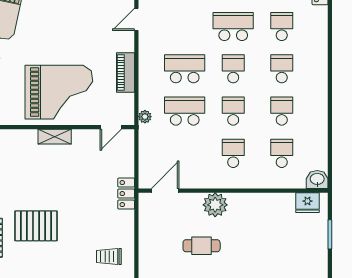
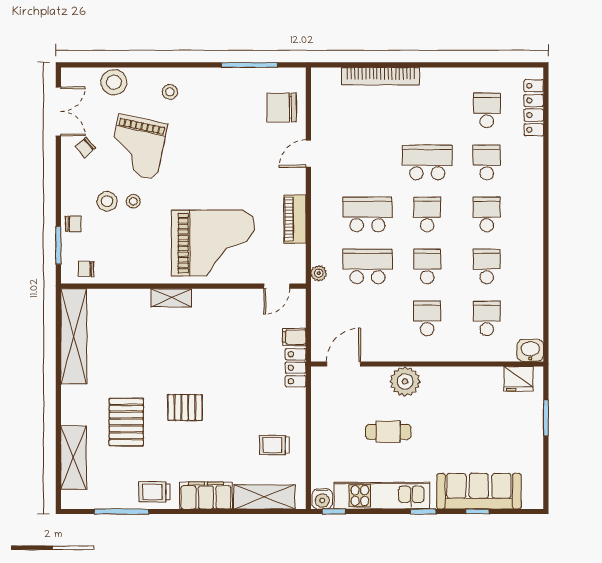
shelving: (55, 137) -> (171, 298), moved
filing cabinet: (125, 169) -> (294, 337), added
pallet: (36, 226) -> (185, 407), width x0.67, depth x0.71

